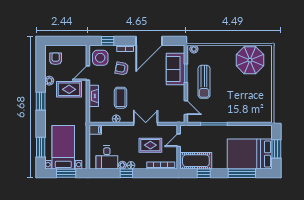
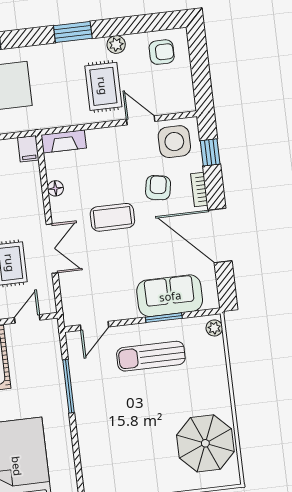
fireplace: (94, 96) -> (64, 141), moved
coffee table: (121, 98) -> (112, 217), moved
door: (179, 140) -> (27, 319), hinge flipped

